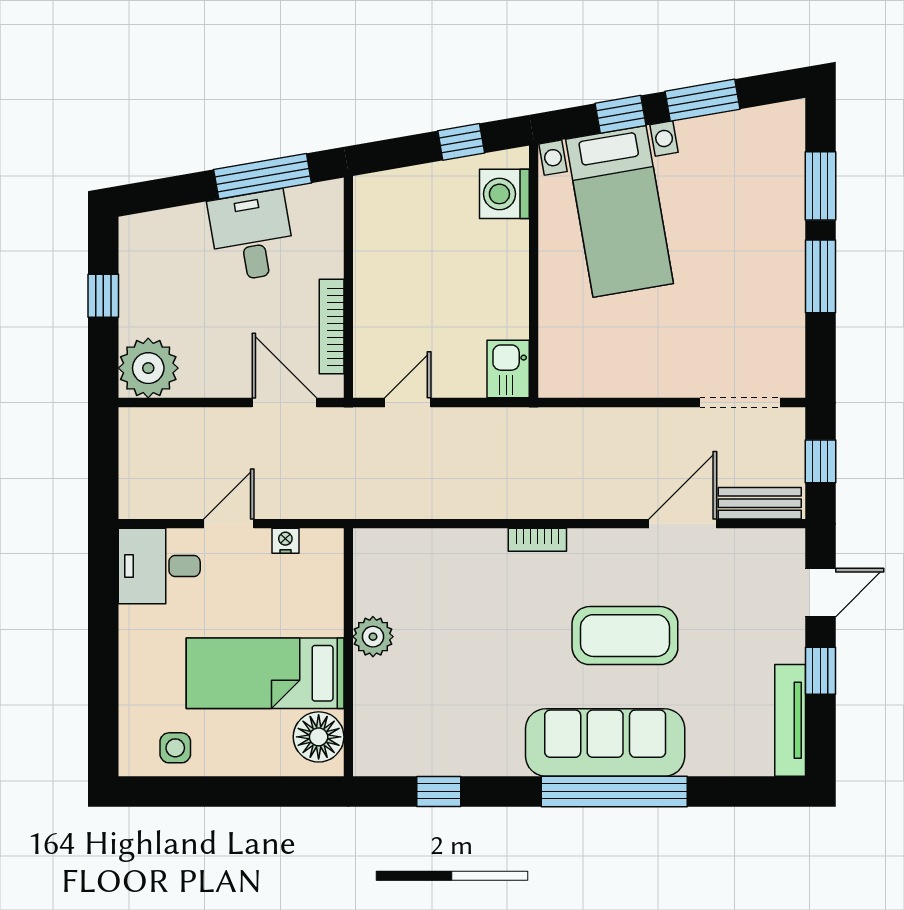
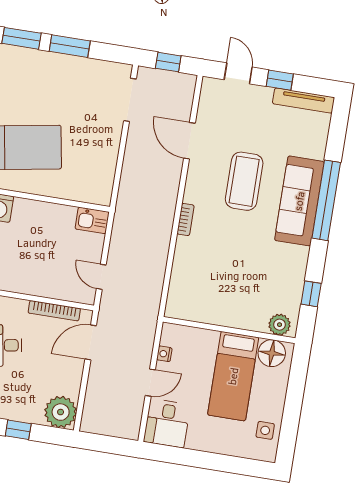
bench: (760, 503) -> (185, 98), removed
door: (229, 524) -> (150, 383), swing flipped
plant: (373, 637) -> (280, 325), moved

